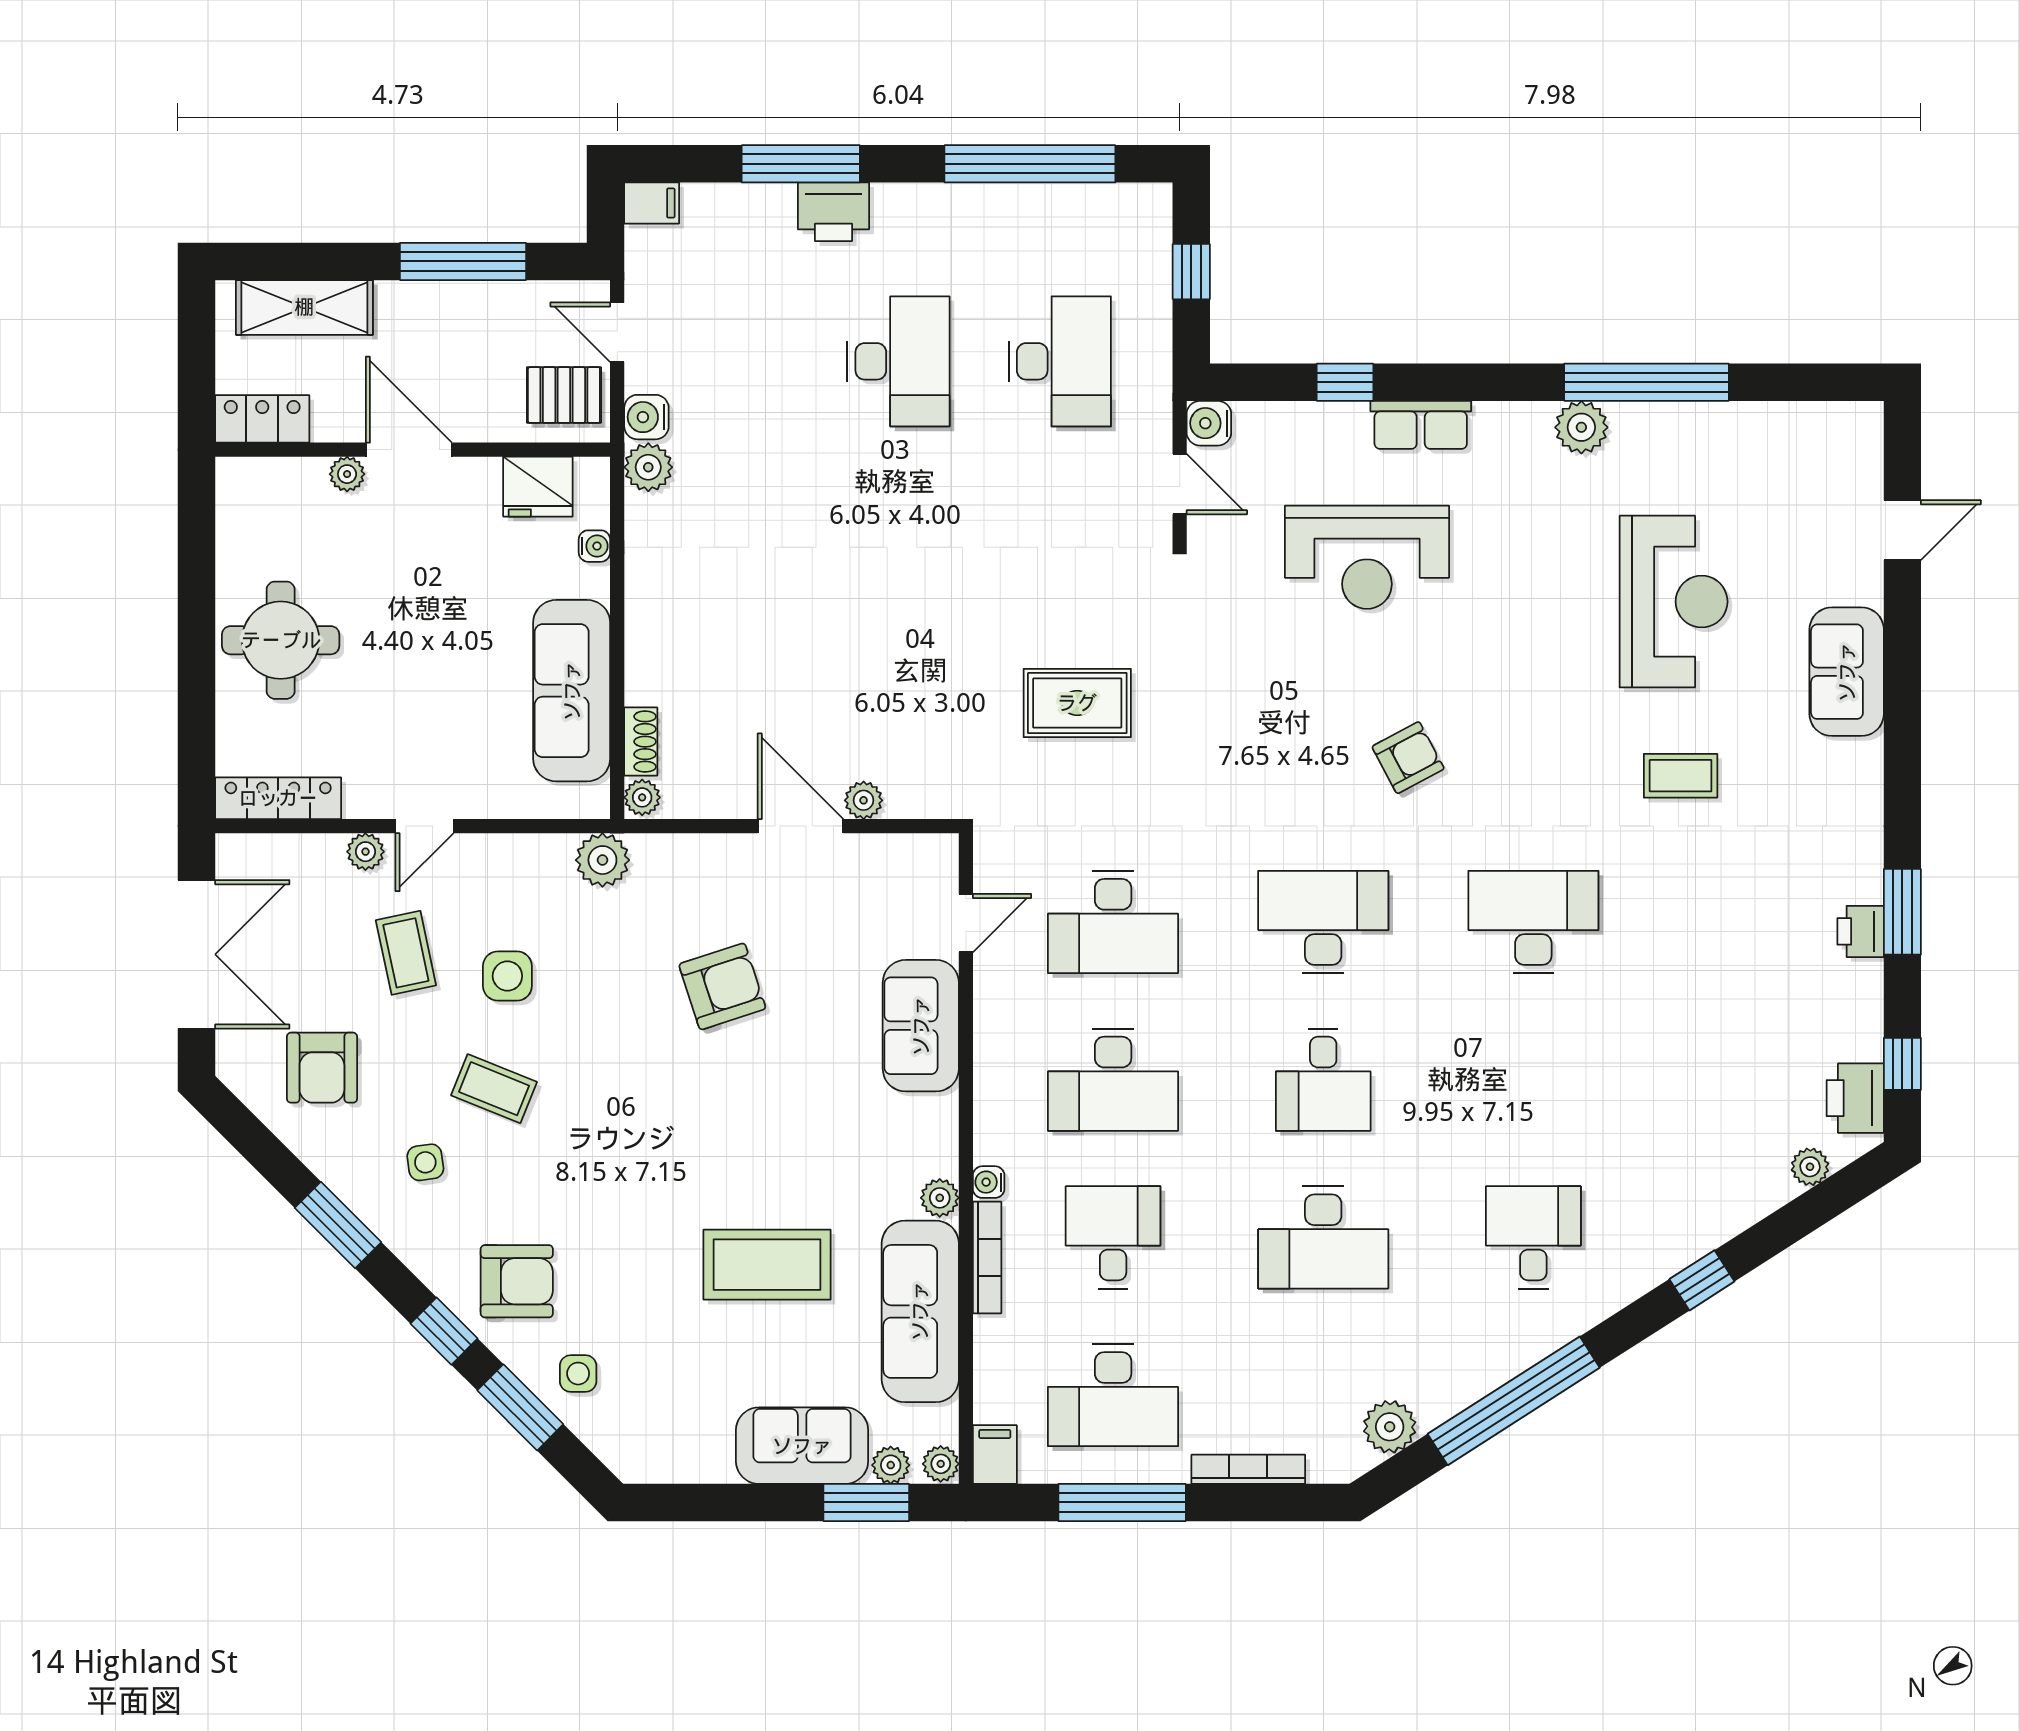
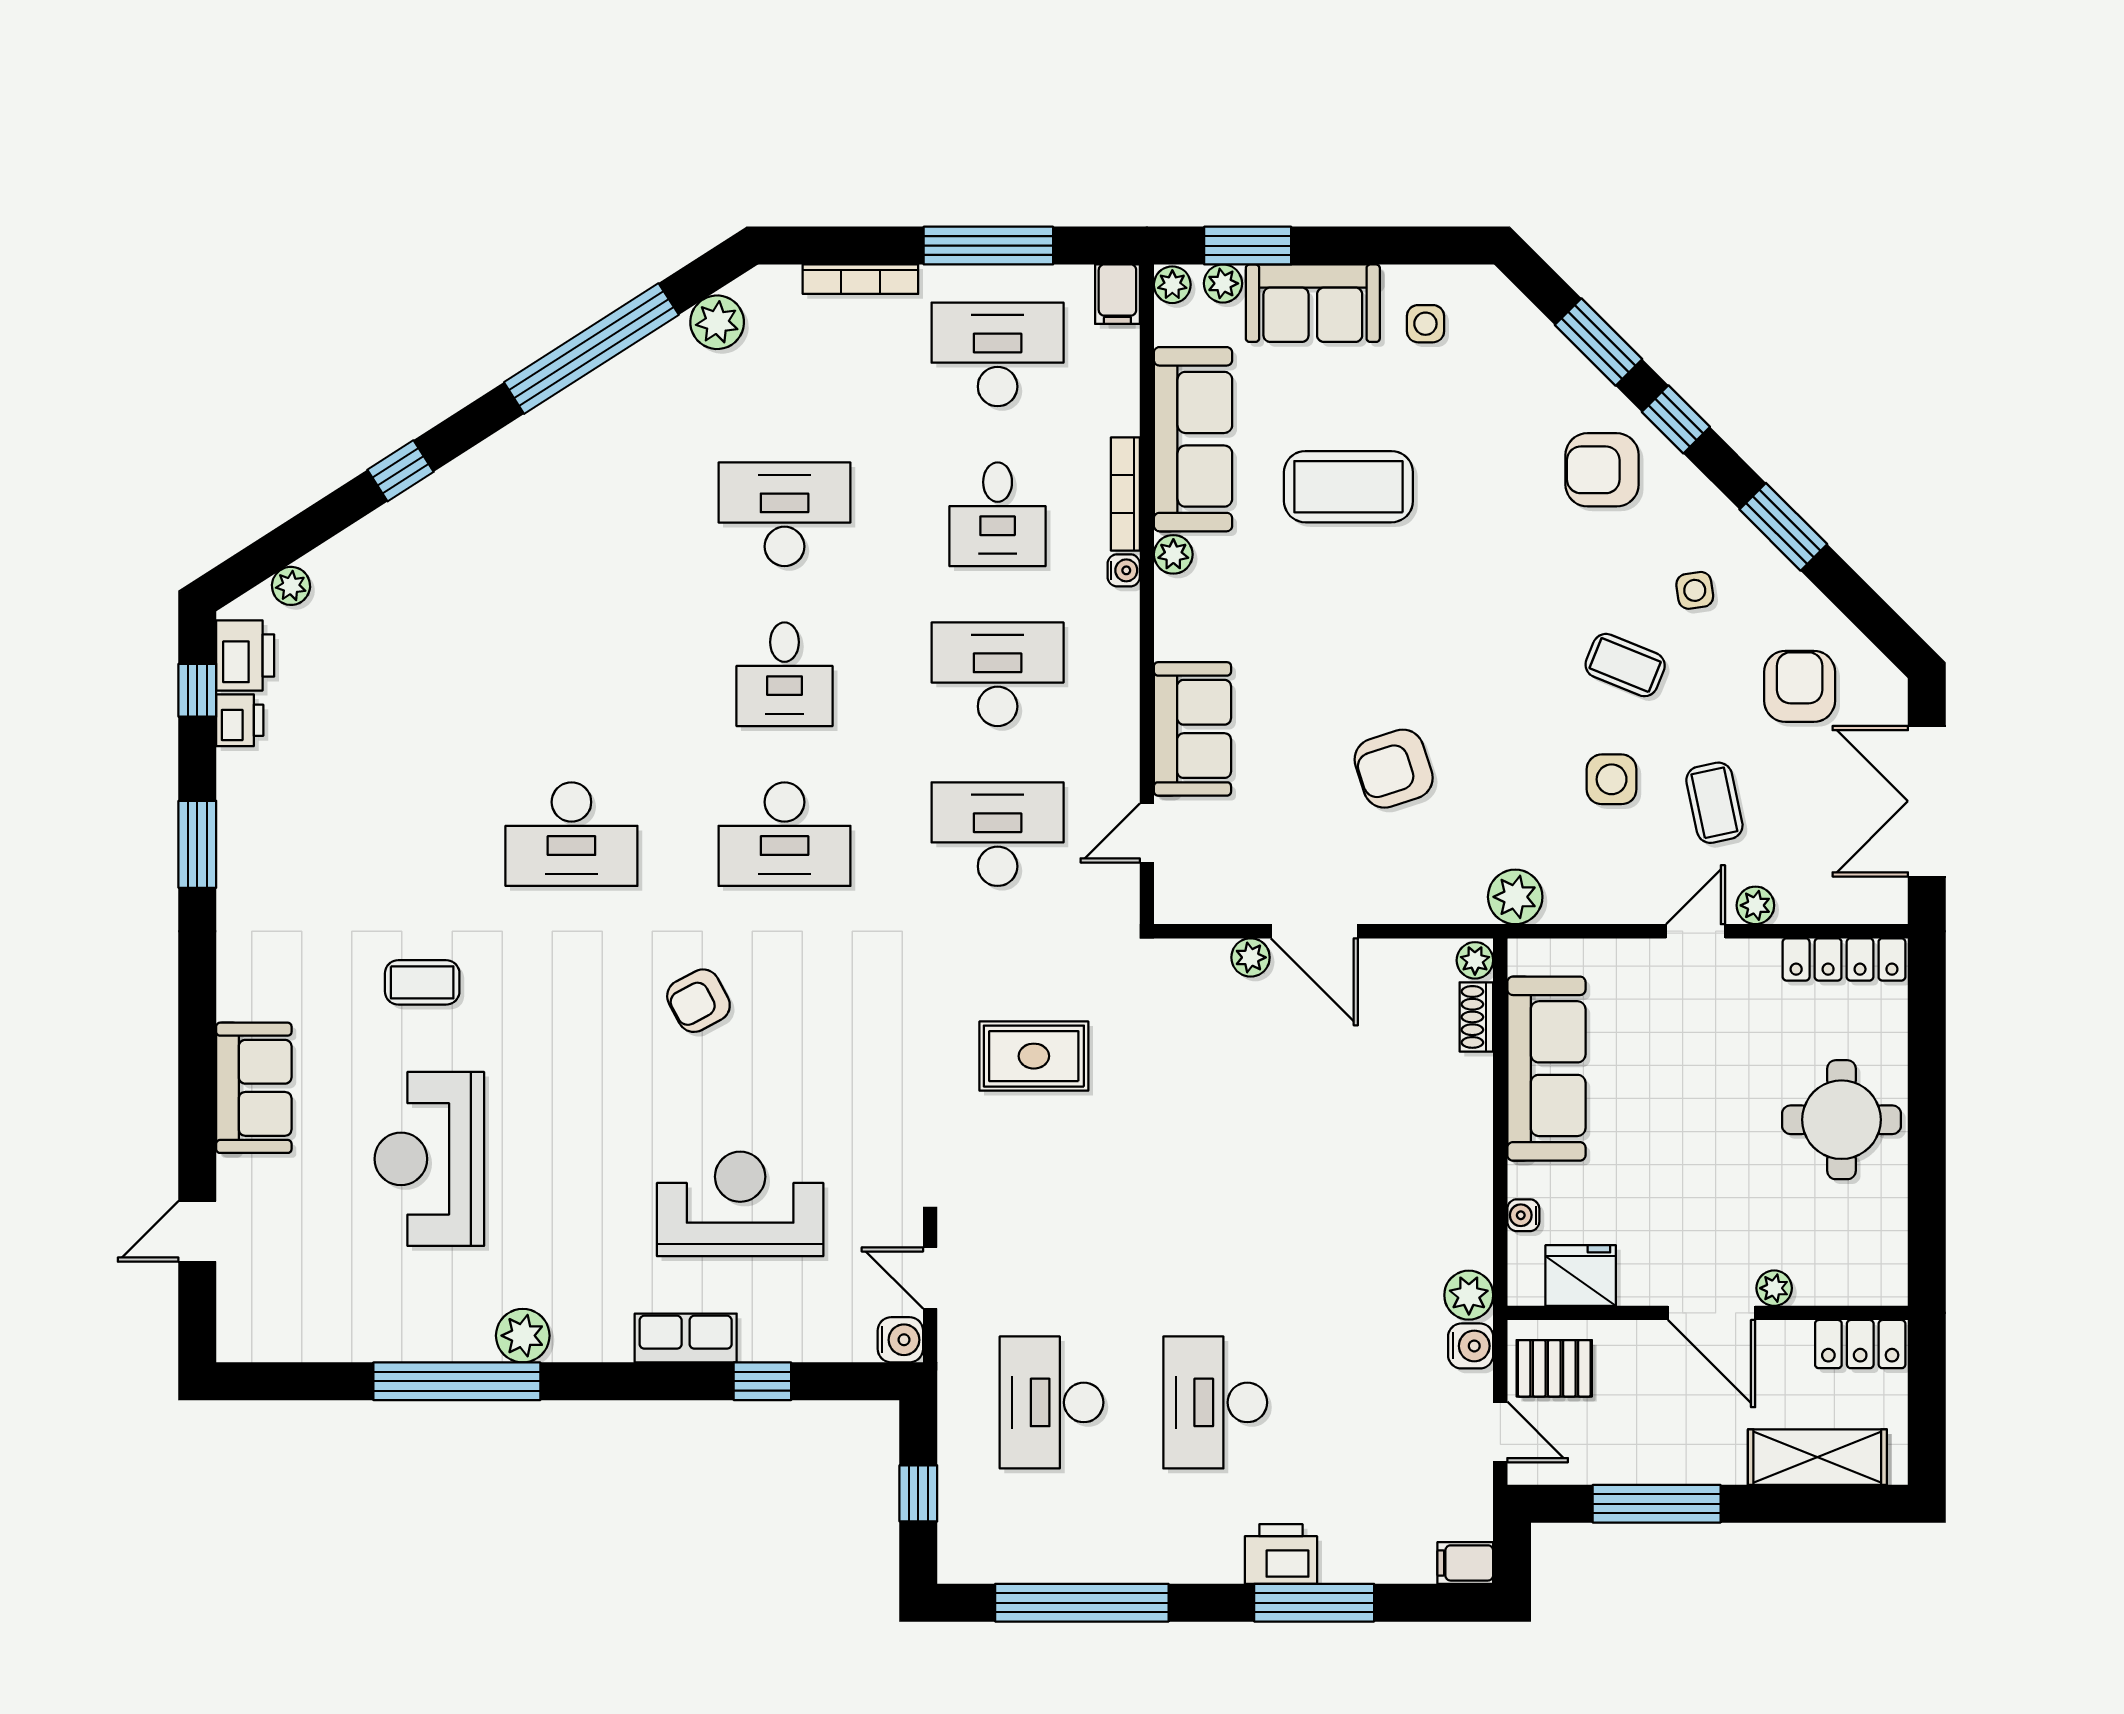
printer: (1861, 931) -> (240, 720), moved
desk: (1323, 1080) -> (785, 674), turned 180
desk: (1533, 1237) -> (571, 514), removed
side table: (578, 1374) -> (1425, 324), moved

